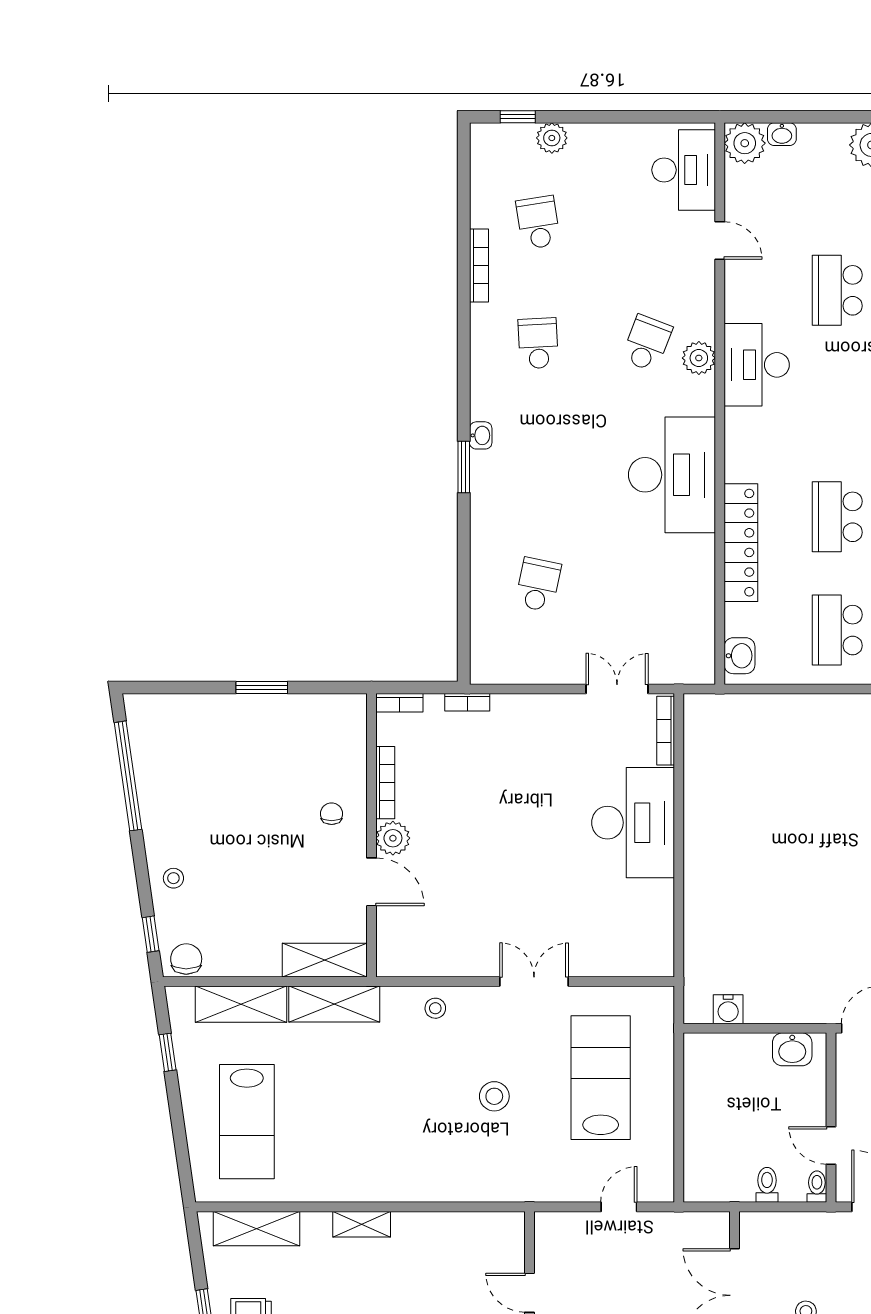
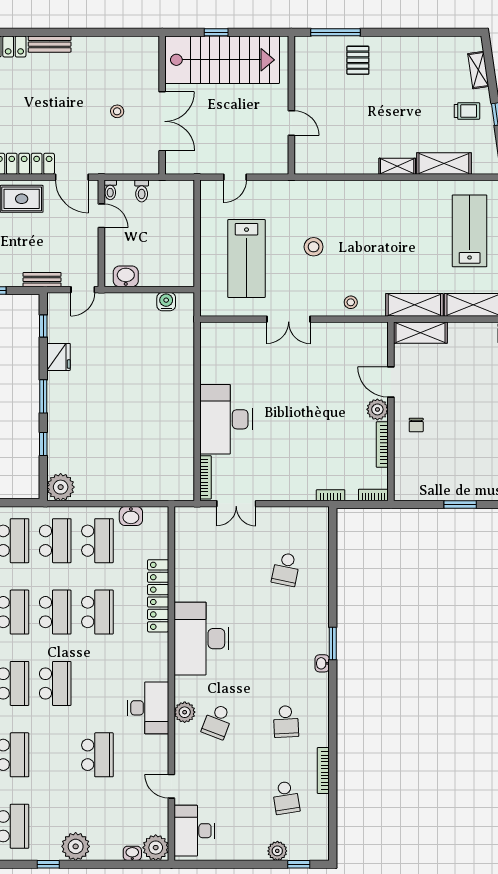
washbasin: (740, 656) -> (131, 516), moved, turned -90
shelving: (257, 1229) -> (444, 163), moved

